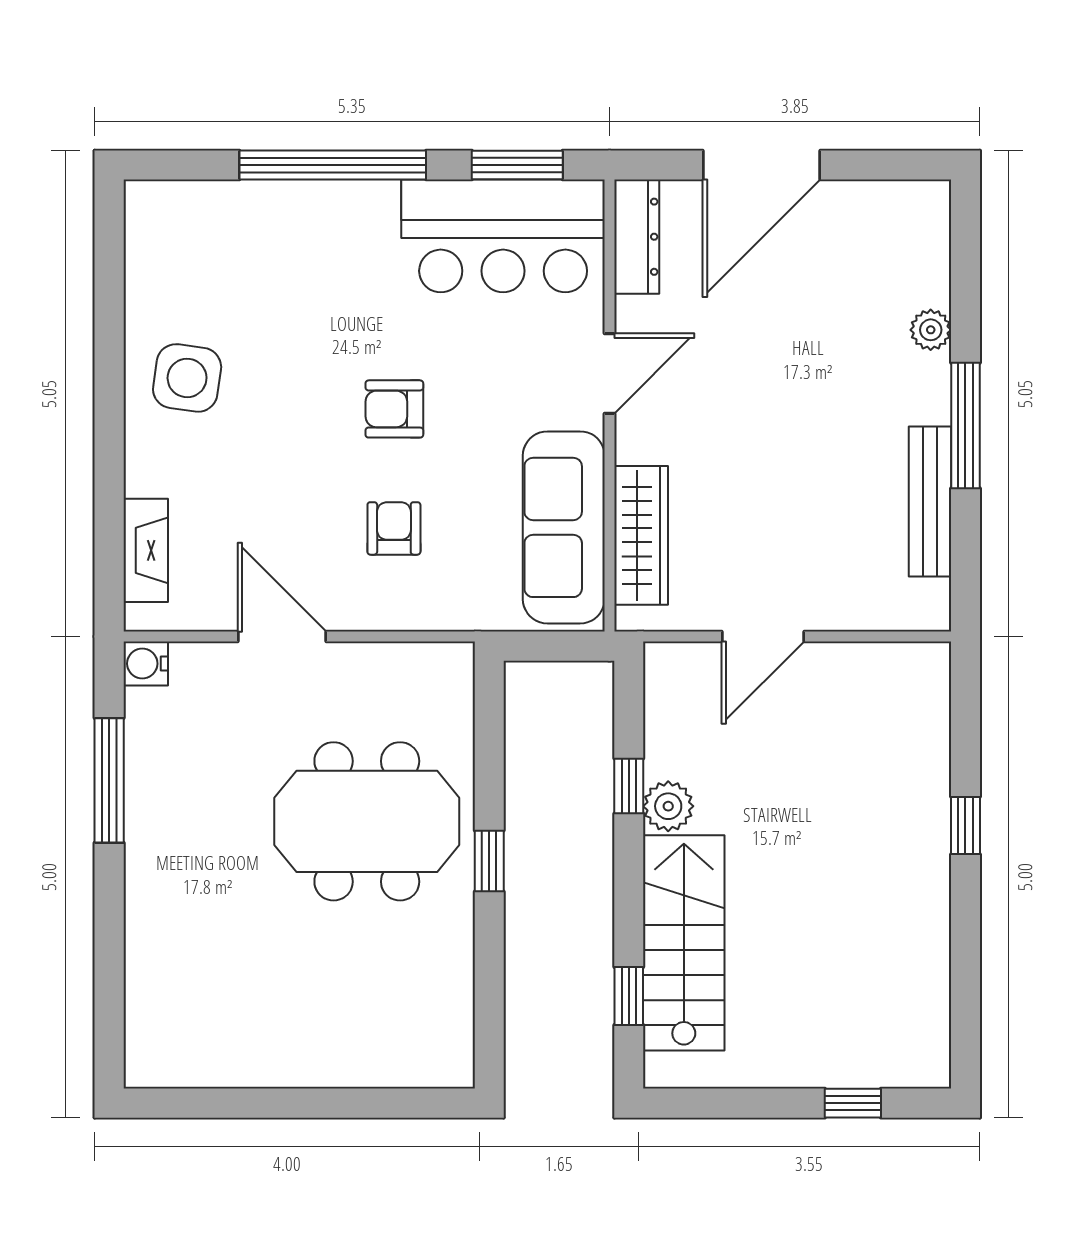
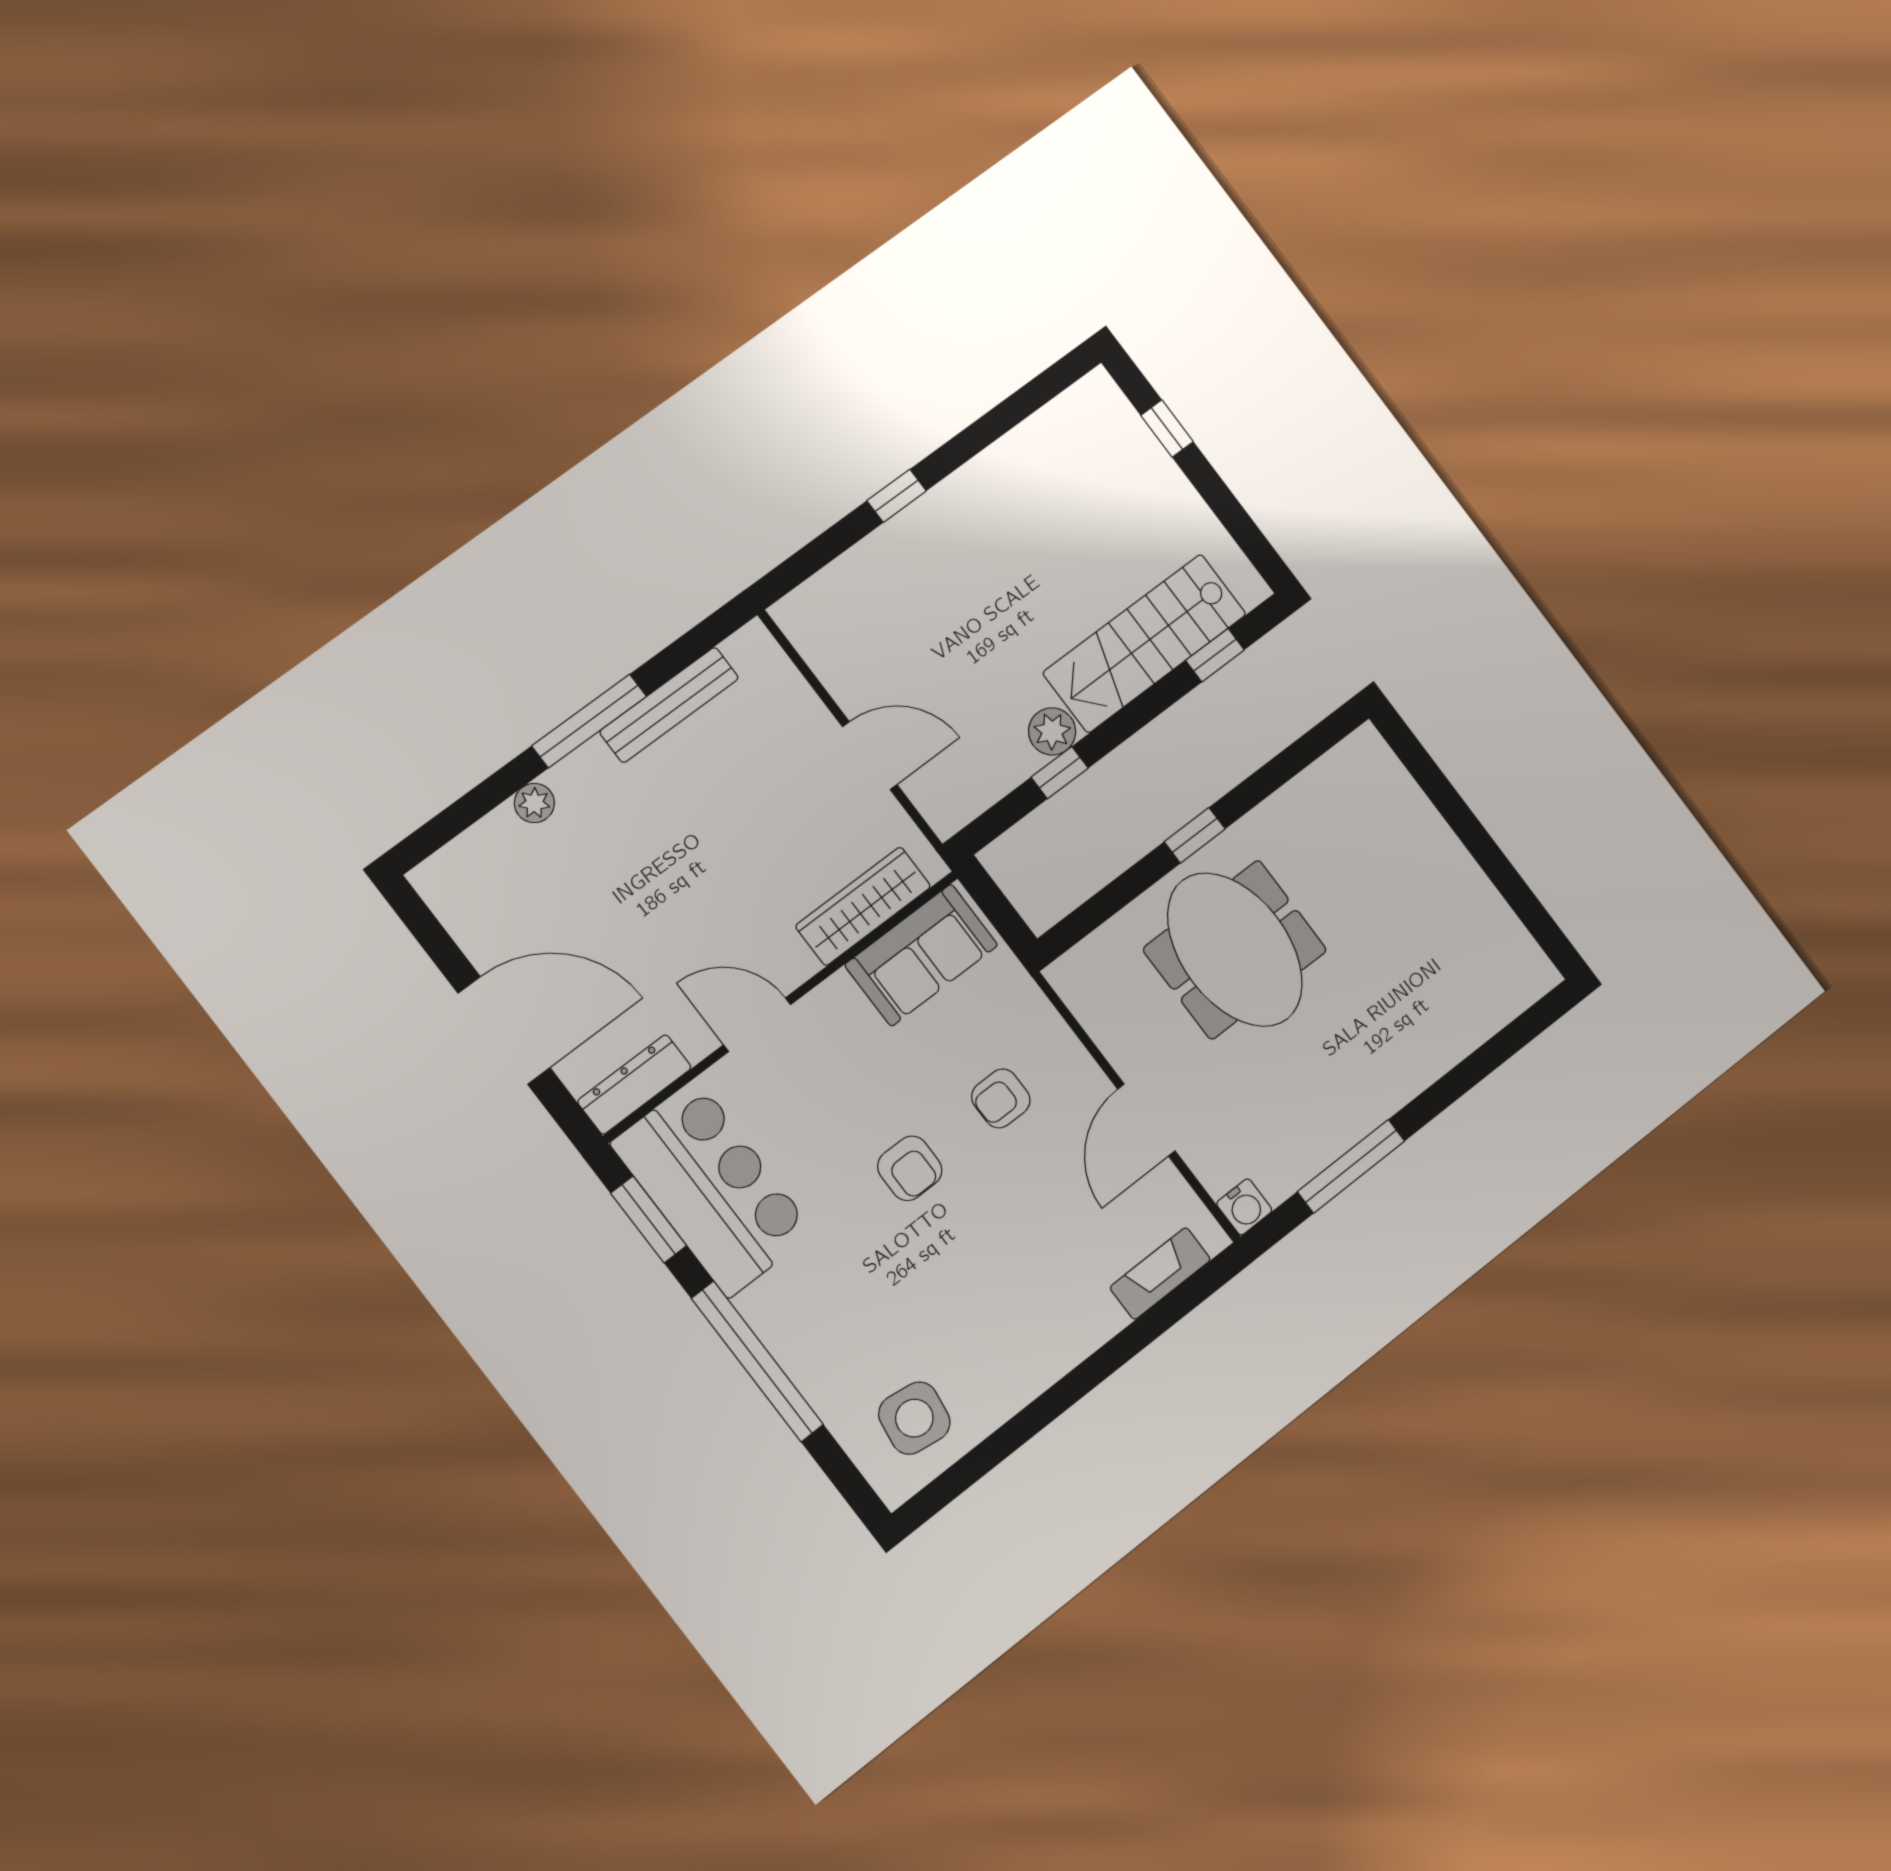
side table: (187, 378) -> (914, 1418), moved
sofa: (564, 527) -> (921, 955), width x0.73

